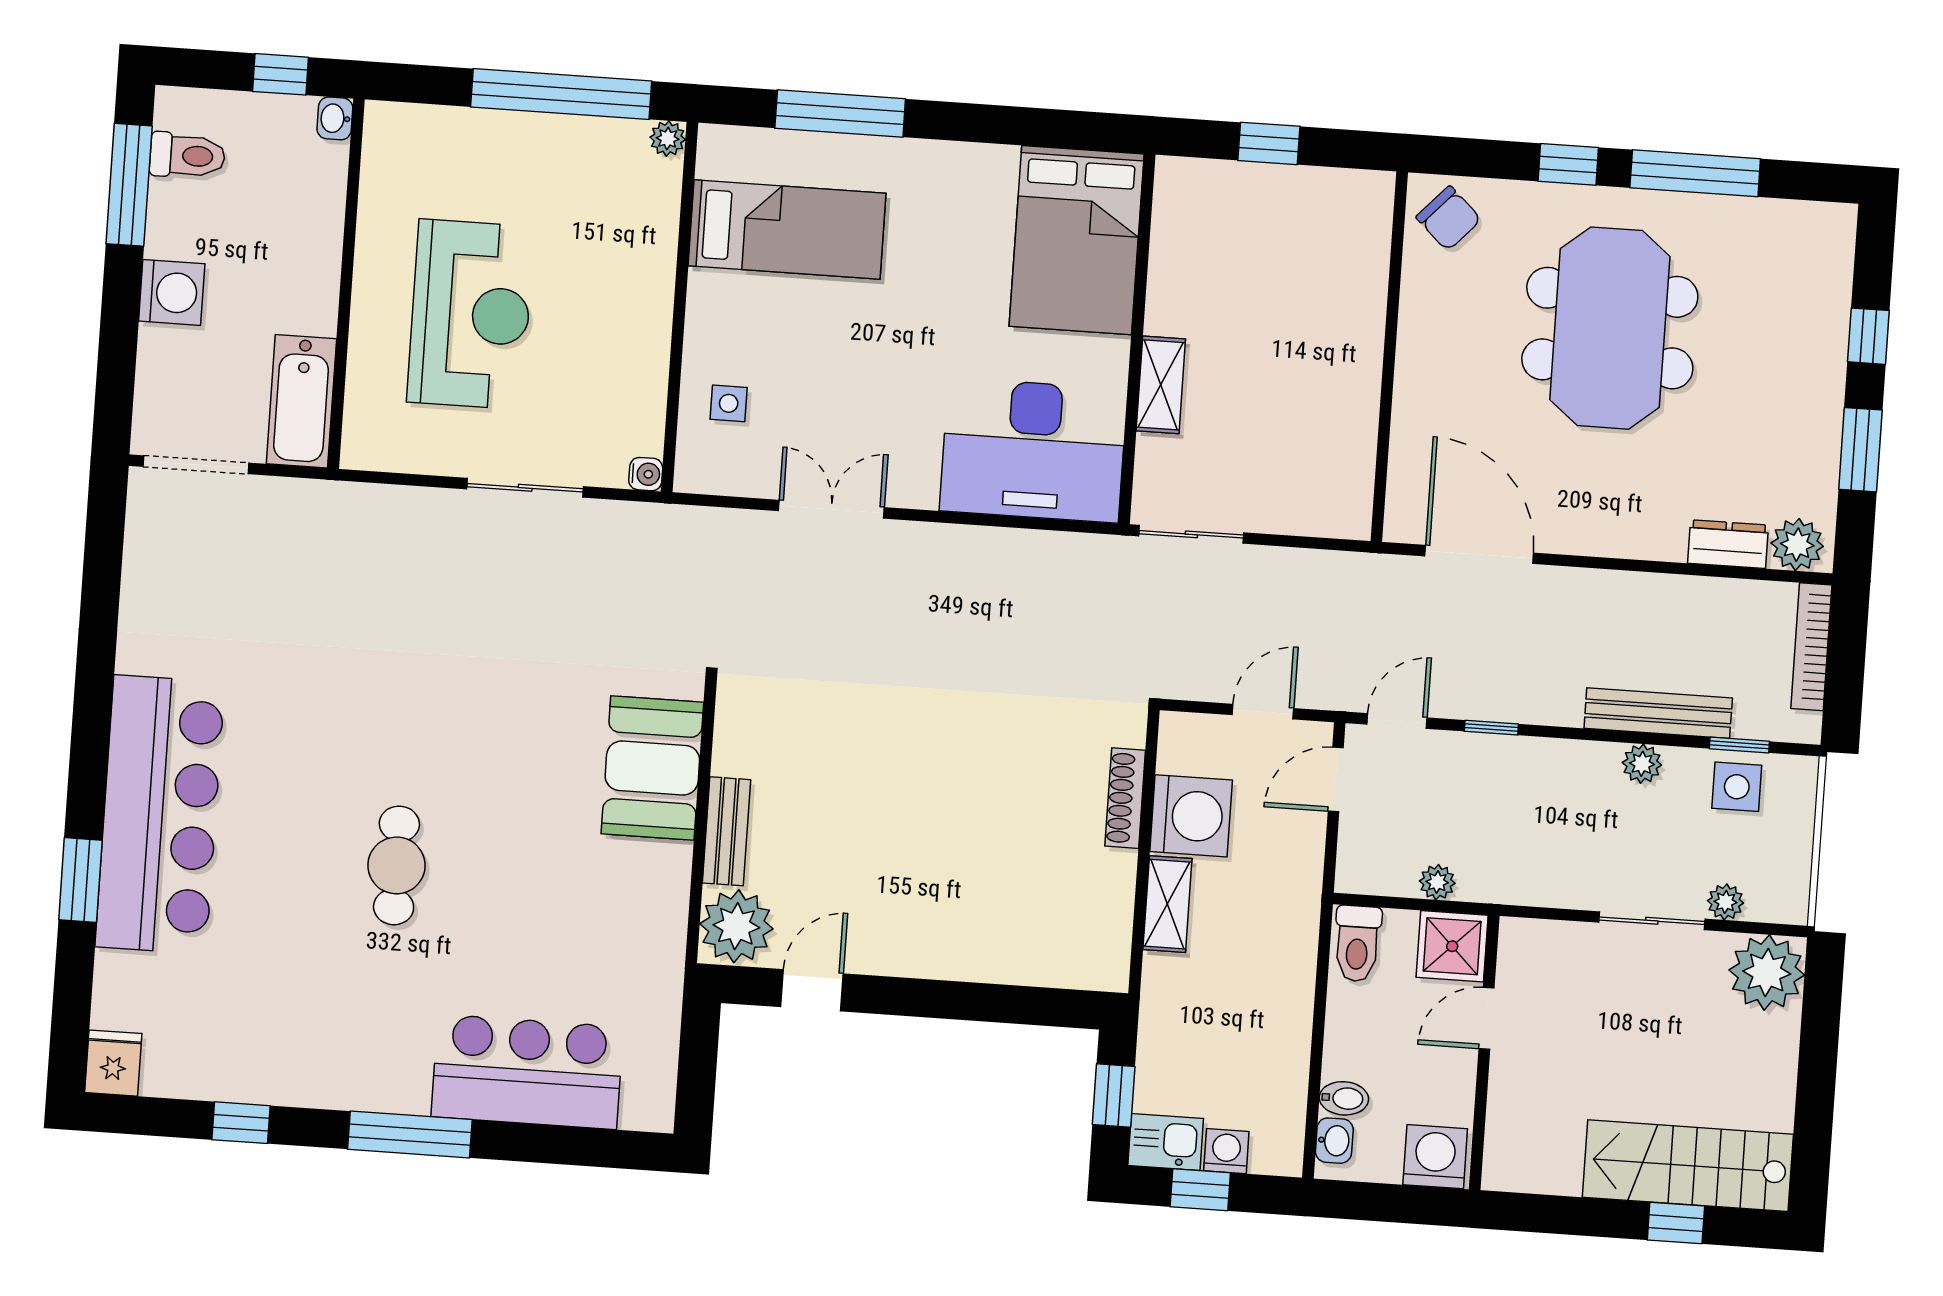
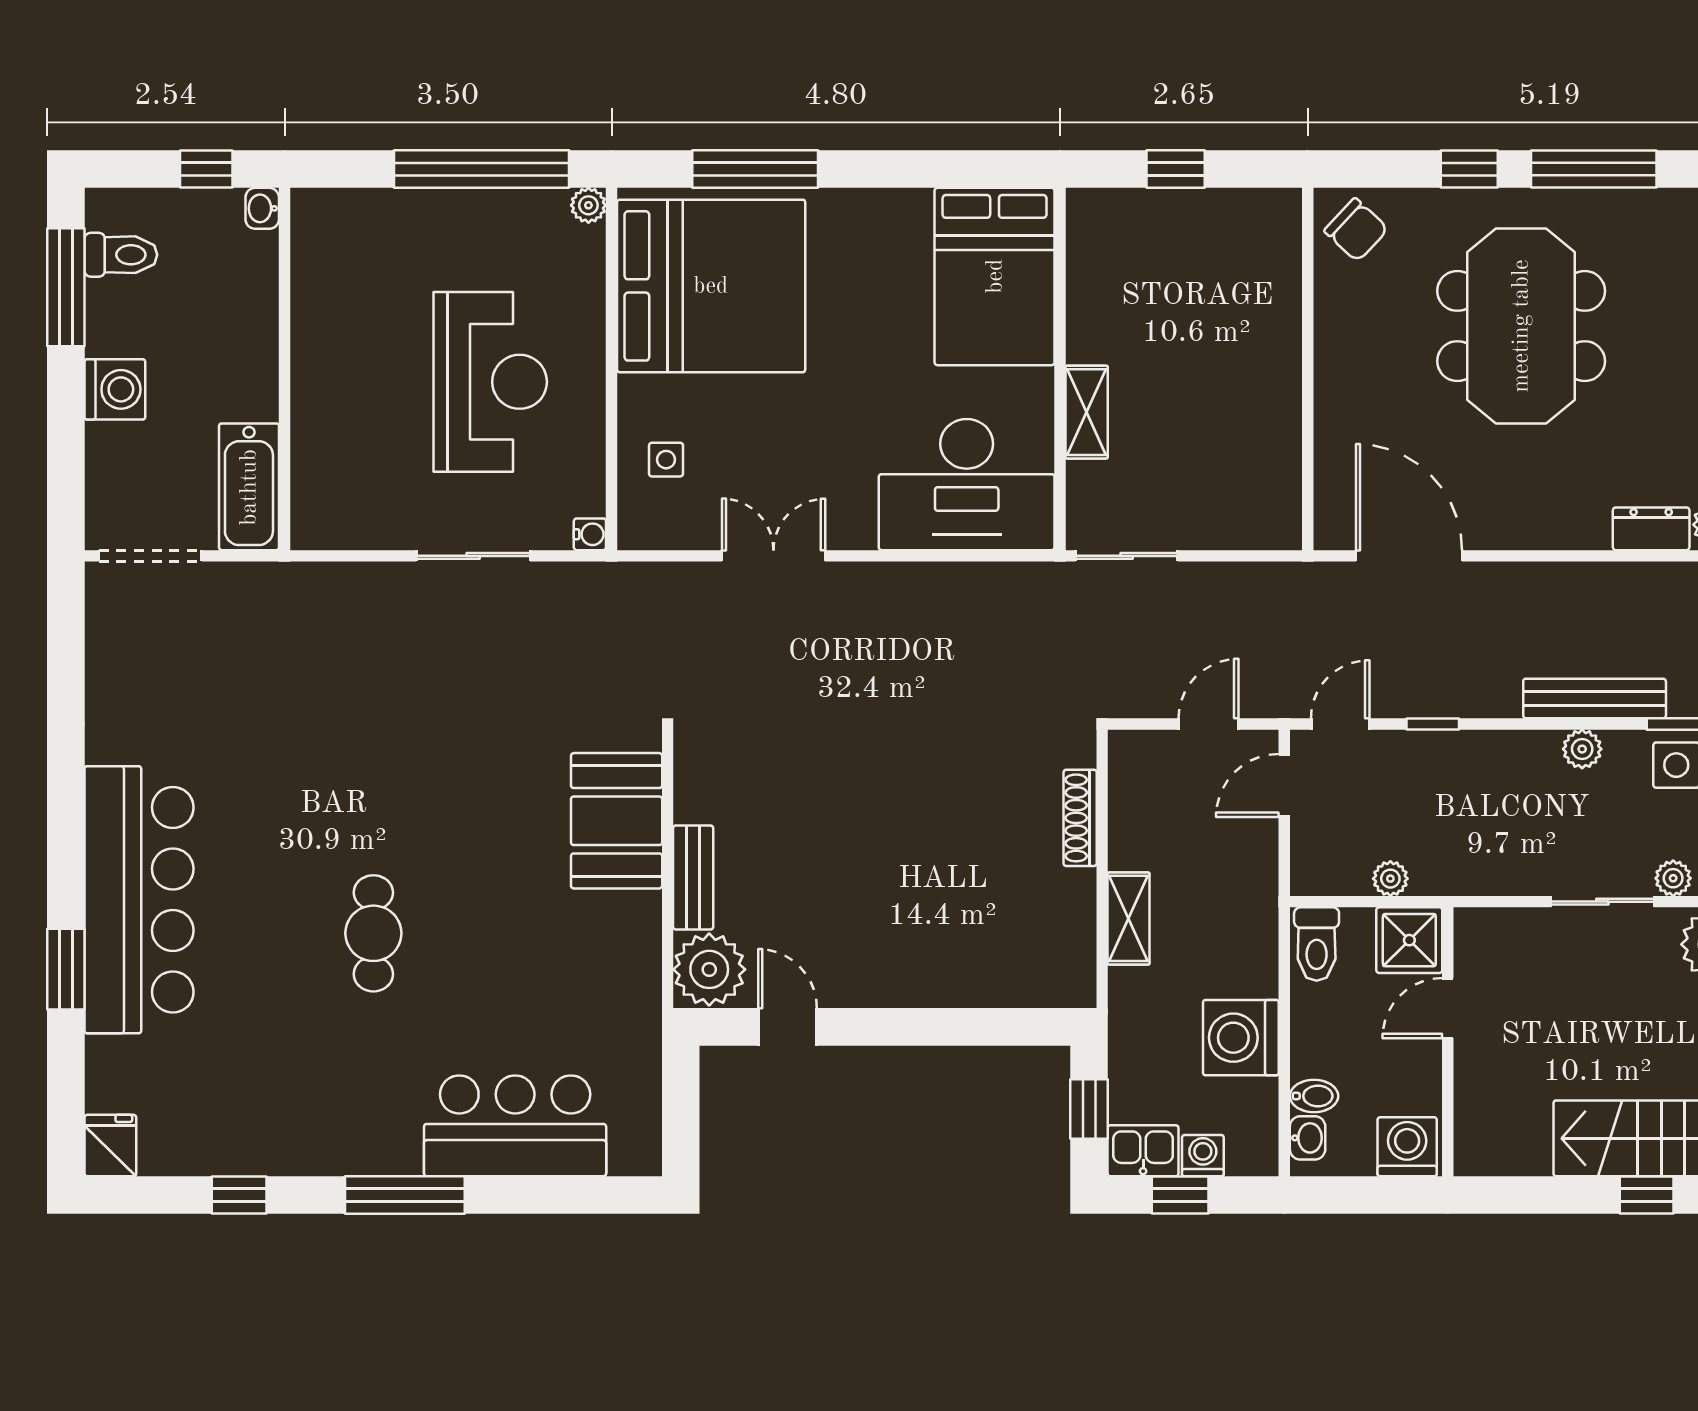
bed: (787, 230) -> (711, 286), width x2.04
reception desk: (470, 314) -> (490, 382), moved
washing machine: (1191, 816) -> (1241, 1038), moved, turned 180
door: (812, 990) -> (788, 1027), hinge flipped

